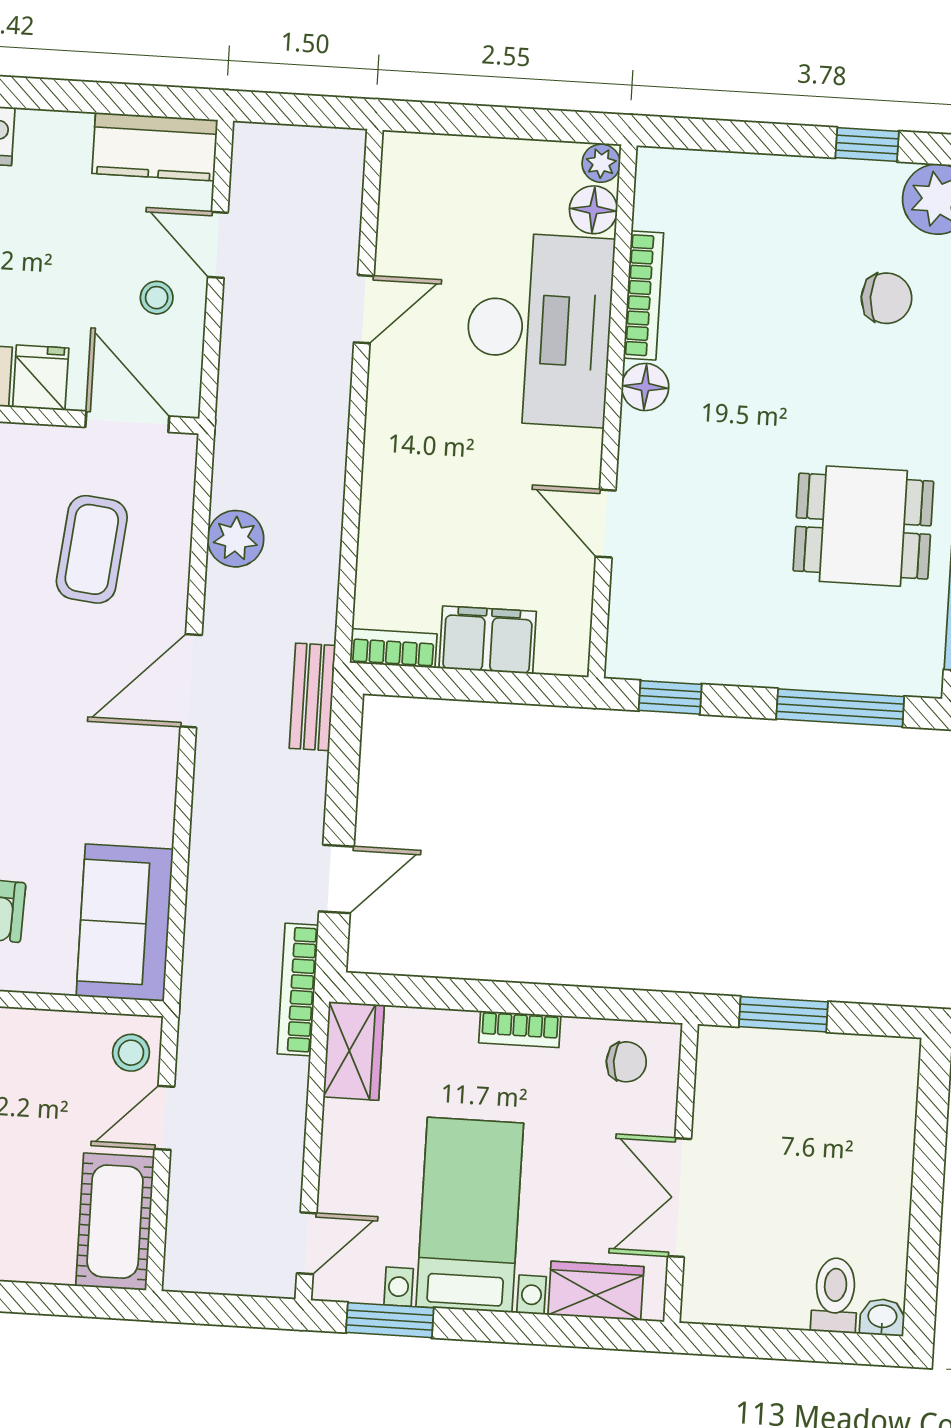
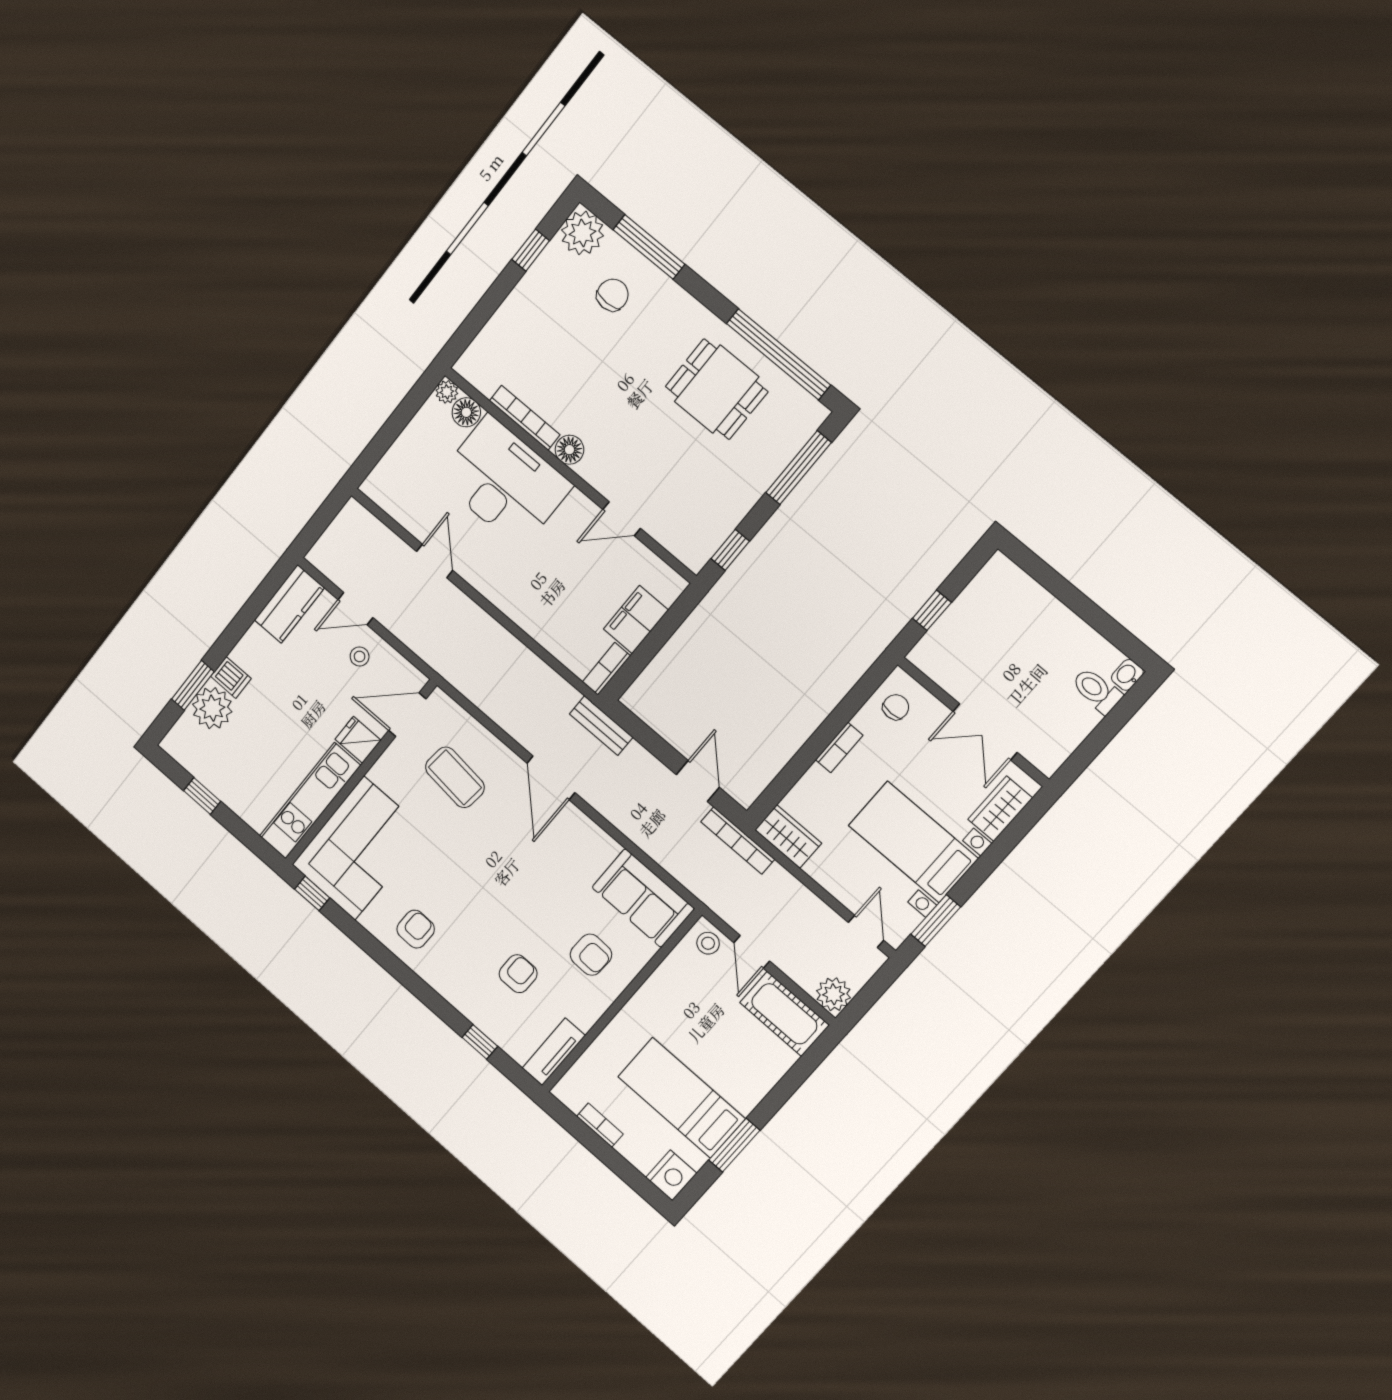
dining table: (863, 526) -> (717, 389), turned 90
plant: (236, 539) -> (834, 994), moved
window: (783, 1014) -> (932, 610), width x0.67

